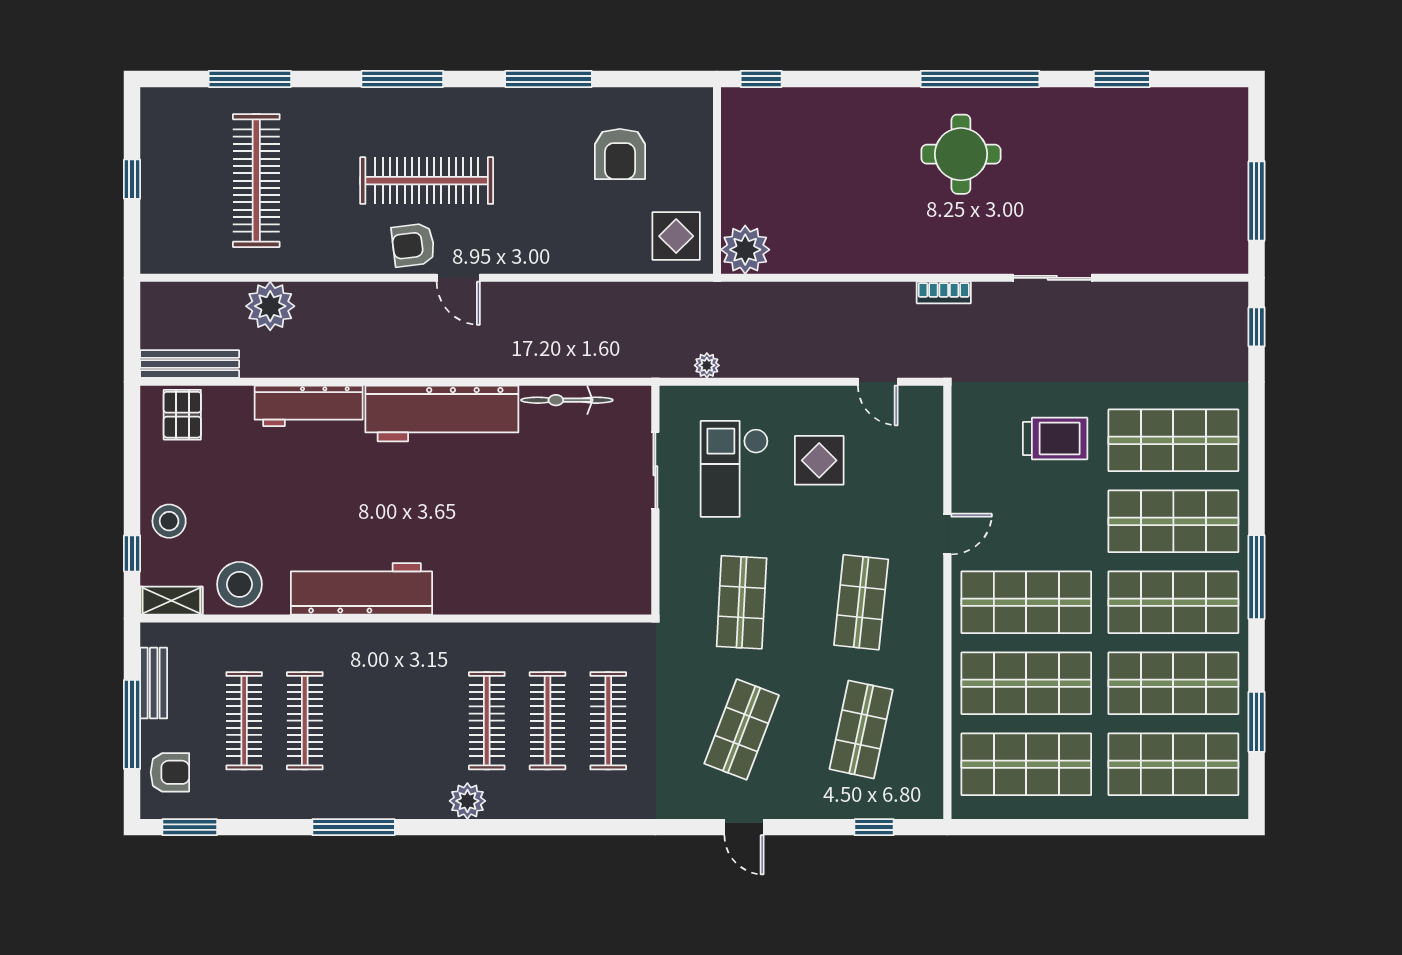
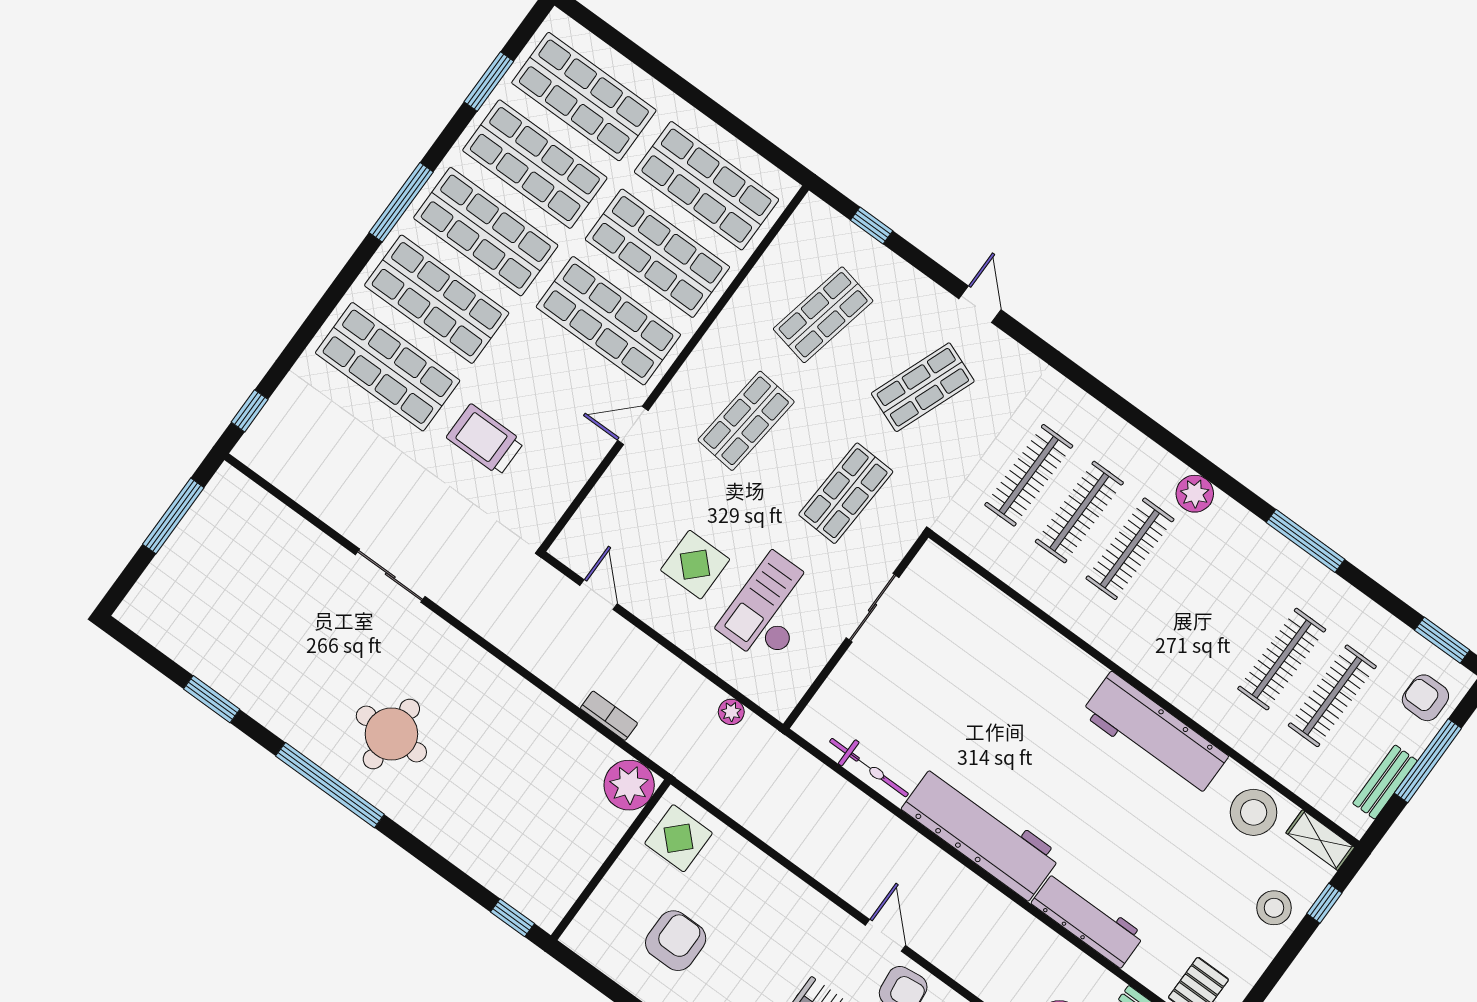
bookcase: (944, 293) -> (609, 716), moved
checkout: (734, 469) -> (771, 609), turned 180
sliding door: (655, 471) -> (872, 608), moved

